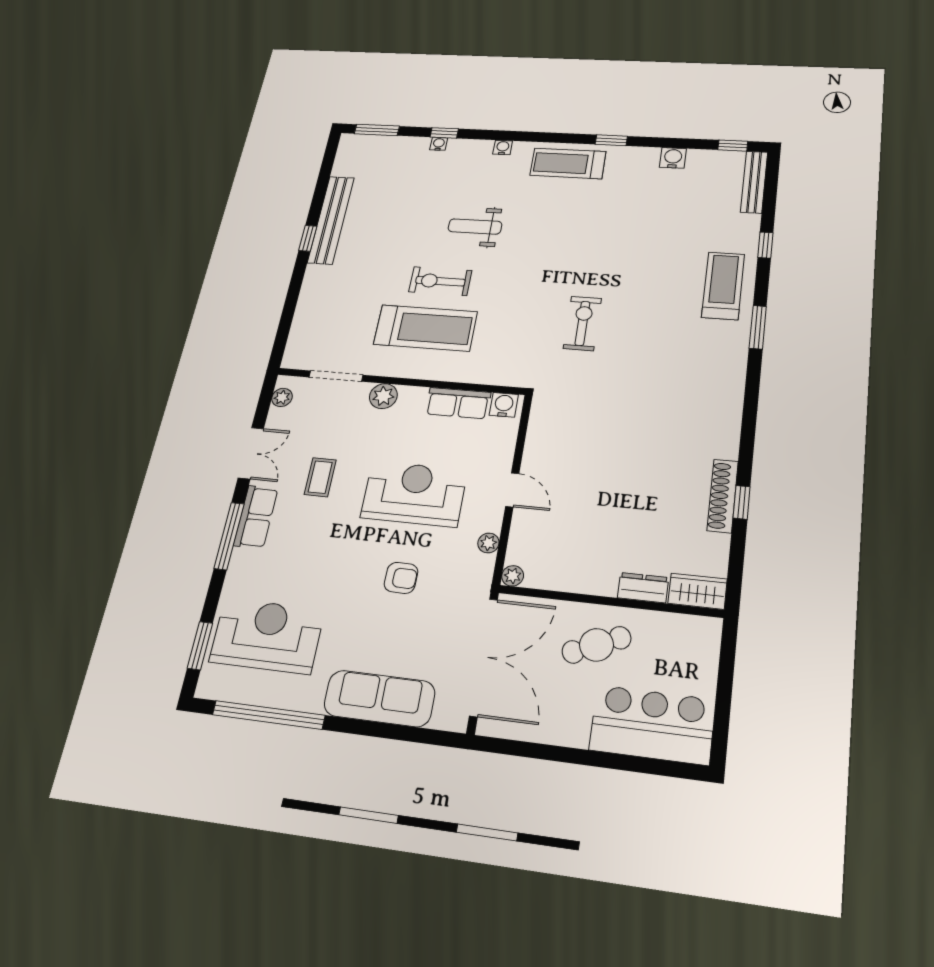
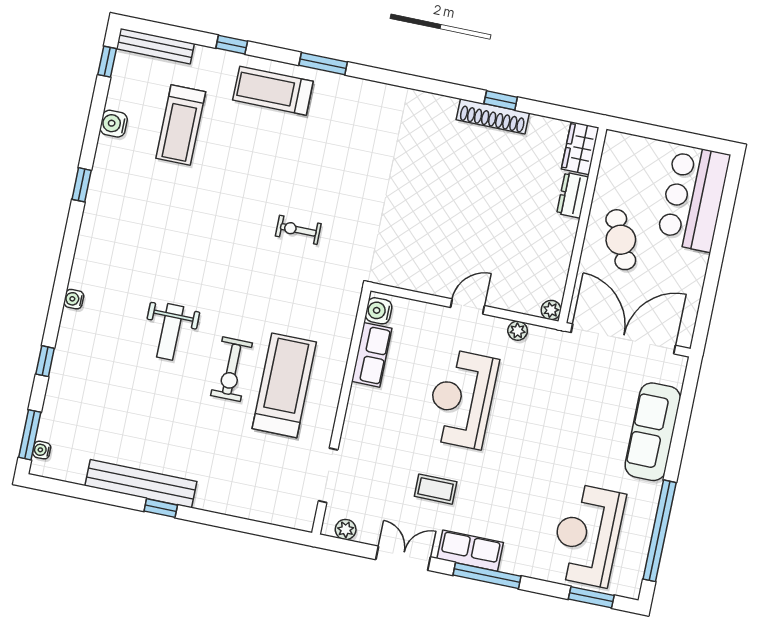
water cooler: (439, 144) -> (42, 450), moved
treadmill: (568, 163) -> (181, 125), moved
exercise bike: (582, 323) -> (298, 230), width x0.73, depth x0.72
plant: (383, 396) -> (356, 428), removed
armchair: (401, 578) -> (544, 412), removed

